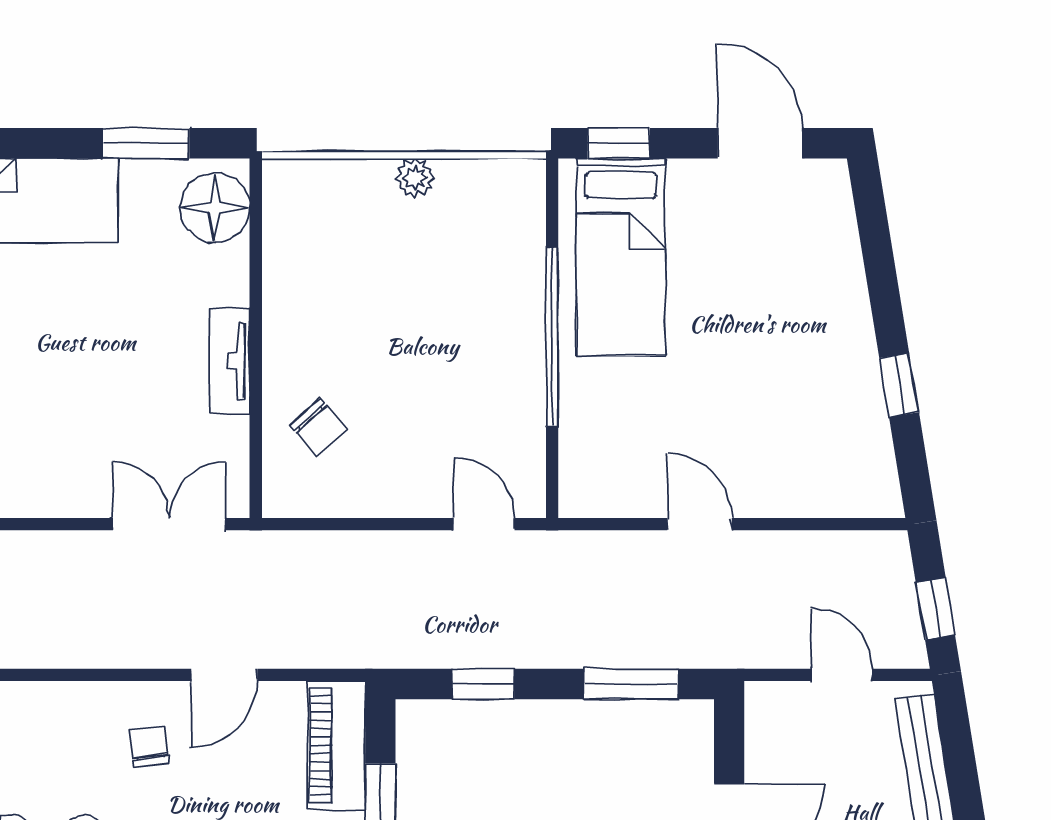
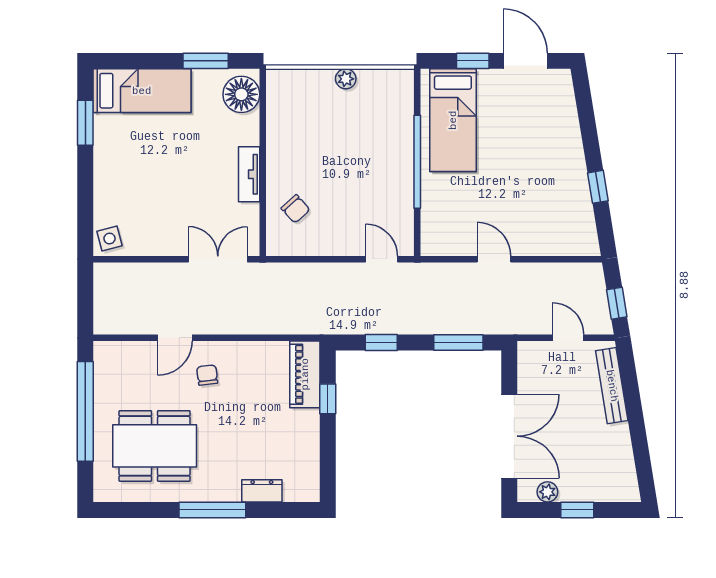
window: (619, 143) -> (473, 61), moved
door: (224, 675) -> (175, 338), moved

